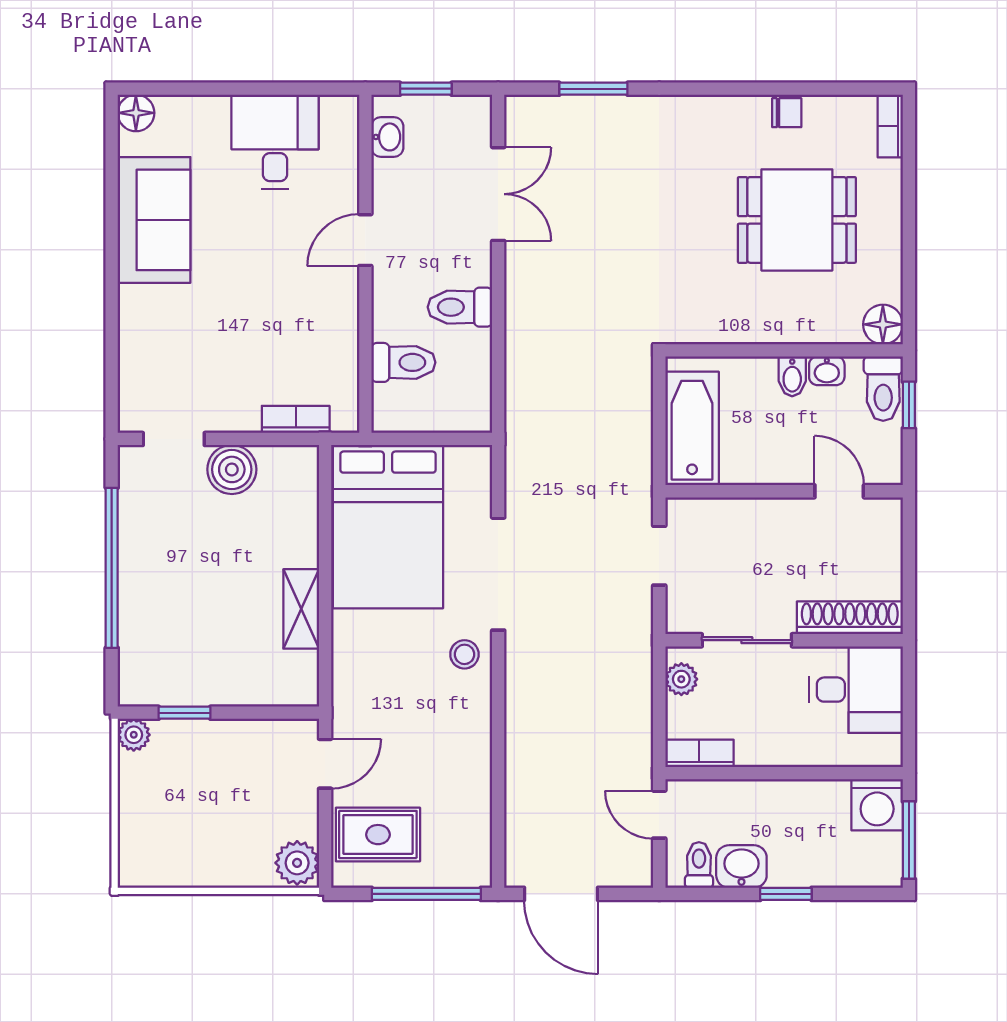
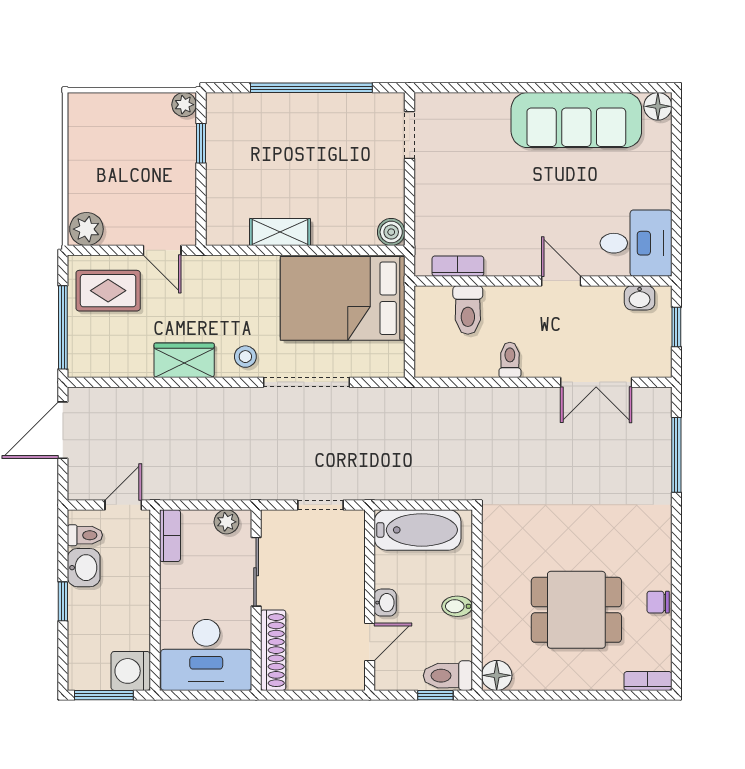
window: (593, 89) -> (676, 455), width x1.44
chair: (787, 113) -> (658, 602), turned 90
desk: (275, 142) -> (636, 243), moved
sofa: (154, 220) -> (576, 120), width x1.36
dining table: (797, 220) -> (576, 610), turned 90
toilet: (460, 307) -> (510, 360), width x0.73, depth x0.72
washbasin: (827, 371) -> (385, 603), moved, turned 180
bookcase: (296, 419) -> (458, 266), moved, turned -90
boiler: (232, 469) -> (391, 232), moved, width x0.73, depth x0.73
desk: (856, 690) -> (206, 655), width x1.37
wardrobe: (469, 735) -> (184, 360), added
rug: (378, 835) -> (108, 291), turned 90

